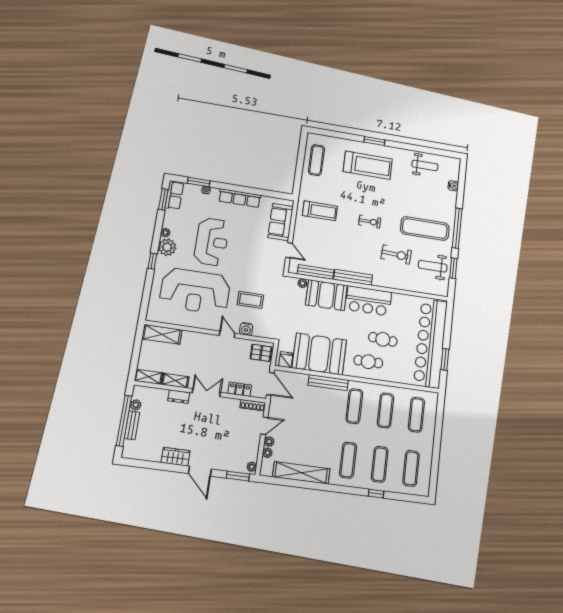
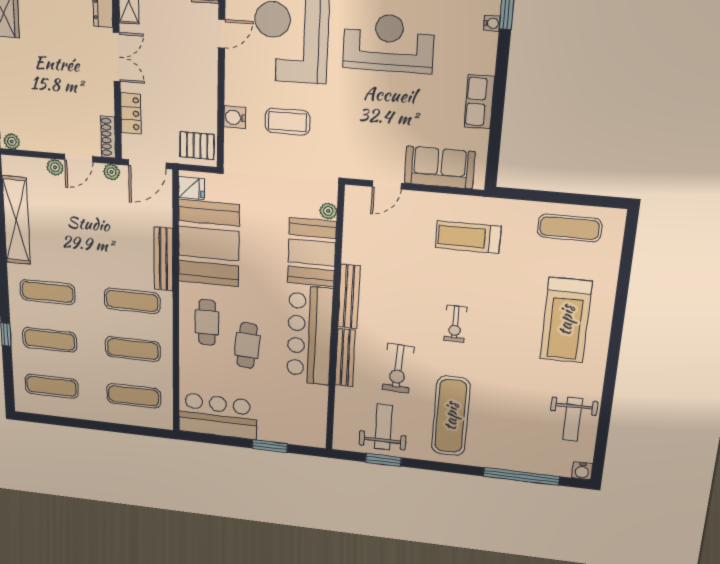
window: (374, 141) -> (616, 332), removed
water cooler: (453, 186) -> (582, 471), moved
row of seats: (240, 198) -> (479, 102), width x0.68
treadmill: (320, 211) -> (468, 237), turned 90
window: (457, 228) -> (521, 476), moved
reception desk: (212, 242) -> (389, 43), turned 180
bench: (316, 272) -> (345, 358), moved
coffee table: (250, 300) -> (287, 122), turned 90
bar counter: (369, 301) -> (310, 335), width x1.36
door: (227, 334) -> (222, 34), moved
bar counter: (430, 343) -> (218, 416), width x0.54
pallet: (261, 353) -> (197, 146), turned 90
window: (445, 359) -> (270, 446), moved
door: (264, 426) -> (79, 158), hinge flipped
plant: (267, 453) -> (112, 172), moved

